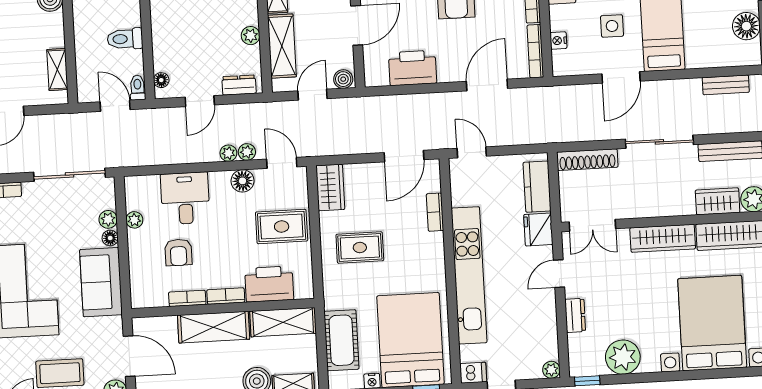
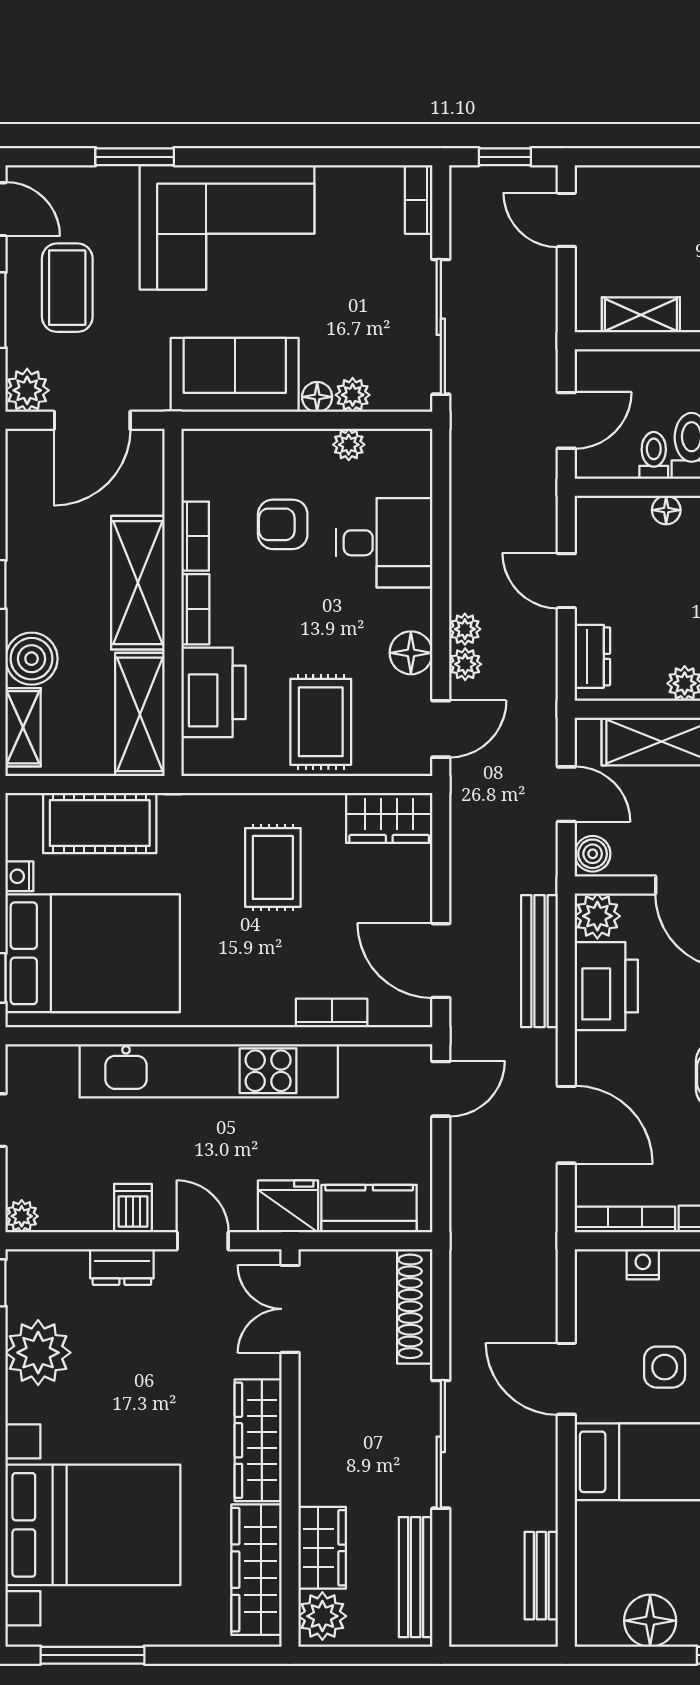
plant: (376, 75) -> (597, 916), added
floor lamp: (161, 80) -> (666, 510), moved
toilet: (138, 88) -> (654, 455), moved, turned -90
bench: (401, 104) -> (540, 961), added
dishwasher: (473, 373) -> (133, 1208), moved, turned 180

